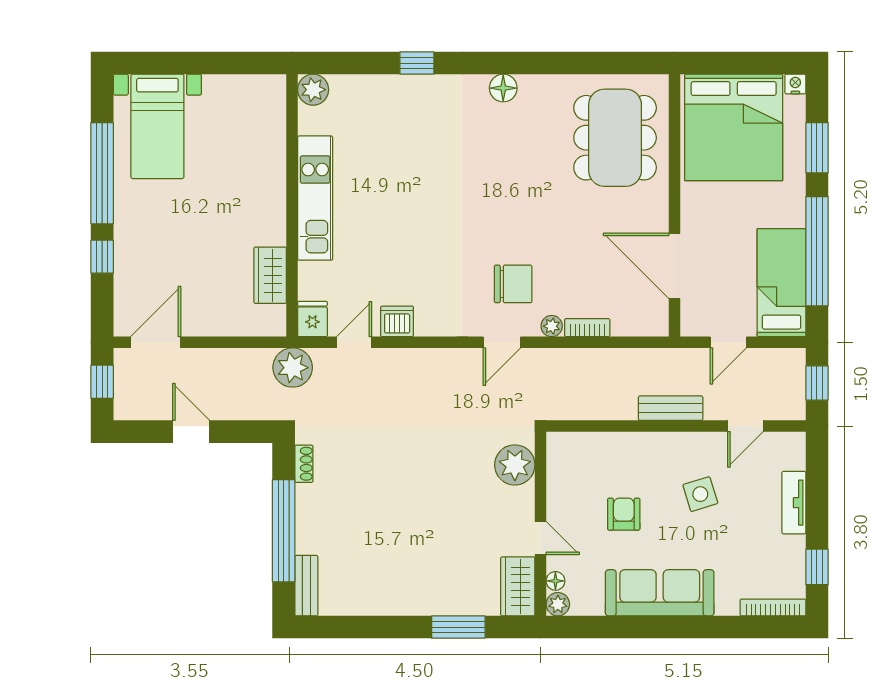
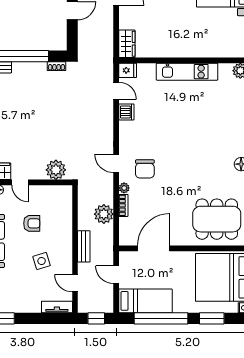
wardrobe: (270, 275) -> (127, 44), moved, turned 90
plant: (293, 368) -> (104, 214), moved
tv unit: (794, 503) -> (57, 307), moved
door: (541, 538) -> (20, 182), hinge flipped

